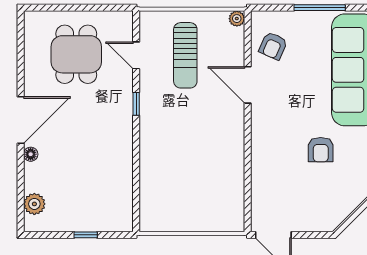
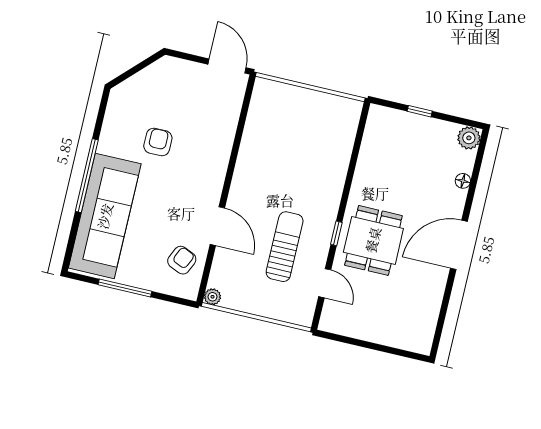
dining table: (76, 54) -> (373, 240), moved
sun lounger: (185, 55) -> (285, 247), moved
floor lamp: (31, 154) -> (463, 181), moved
plant: (34, 204) -> (469, 138), moved

